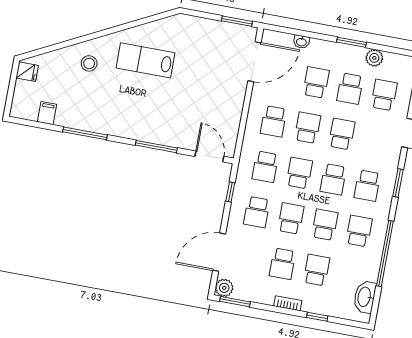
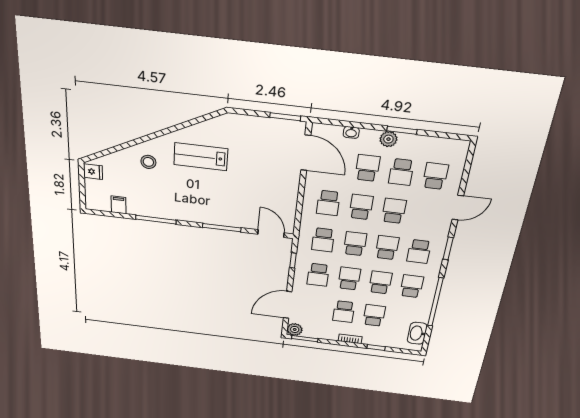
plant: (374, 58) -> (388, 139), moved
door: (254, 62) -> (306, 153), hinge flipped
school desk: (333, 179) -> (387, 248), turned 180

